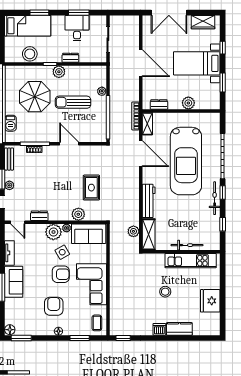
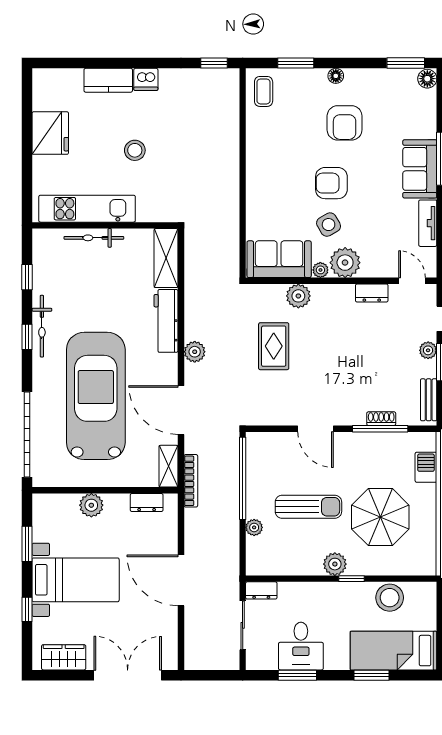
dresser: (70, 58) -> (261, 590), moved
garage door: (223, 156) -> (27, 434), moved
plant: (133, 231) -> (195, 352), moved
corner sofa: (91, 284) -> (274, 164), removed

